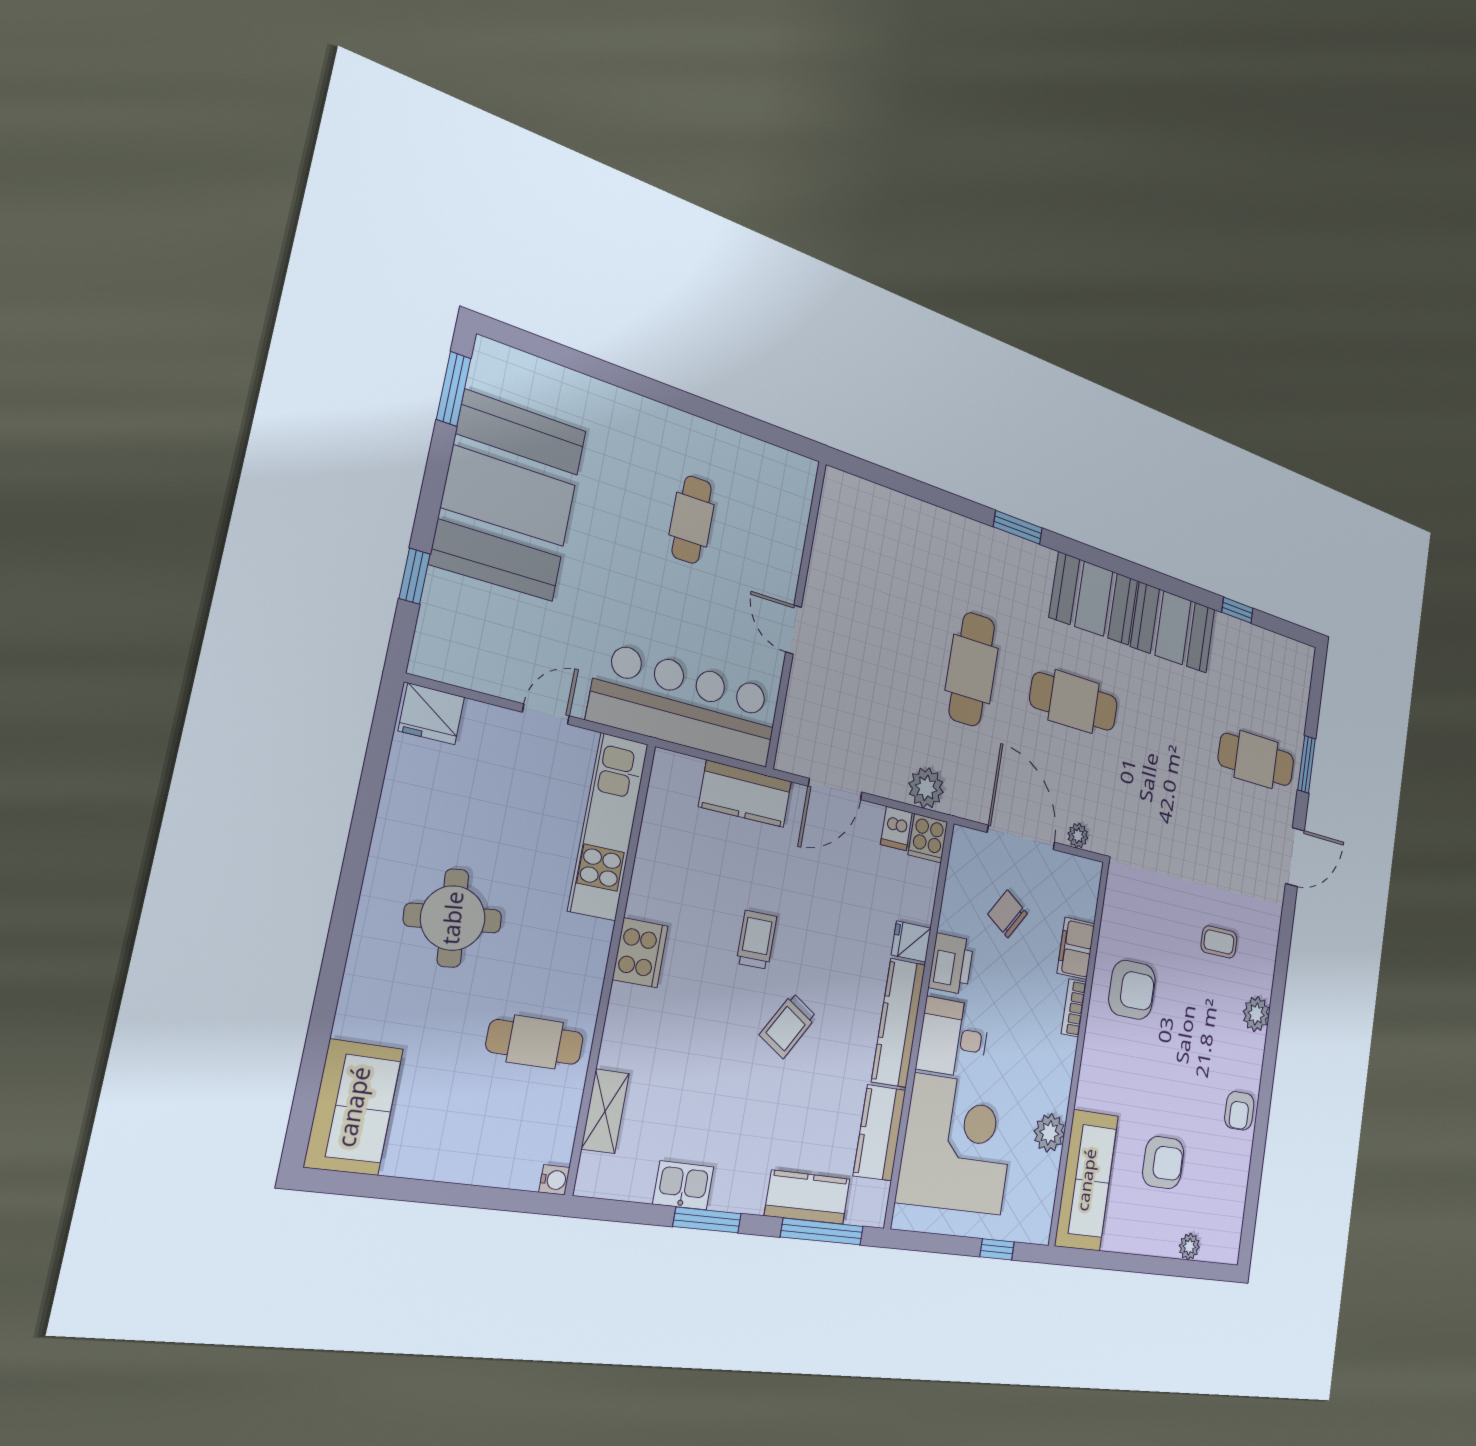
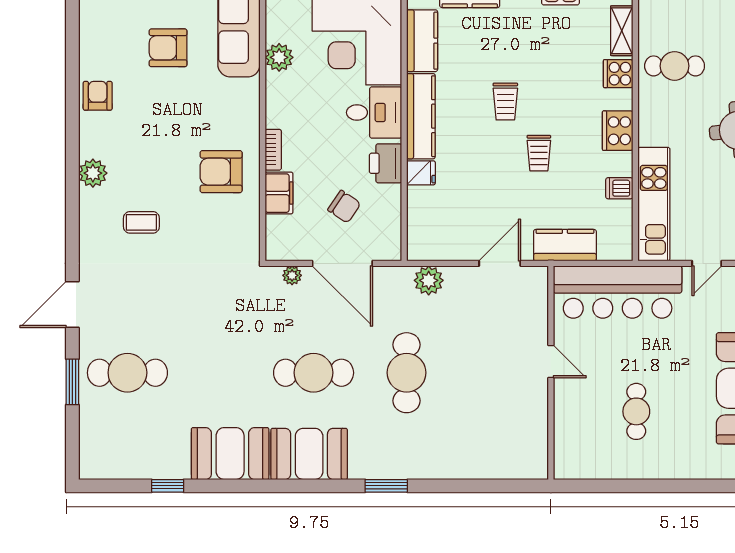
dishwasher: (896, 829) -> (619, 188), moved, turned -90
cooker: (928, 838) -> (618, 74), moved, turned -90
trolley: (788, 1026) -> (505, 101), turned 148

